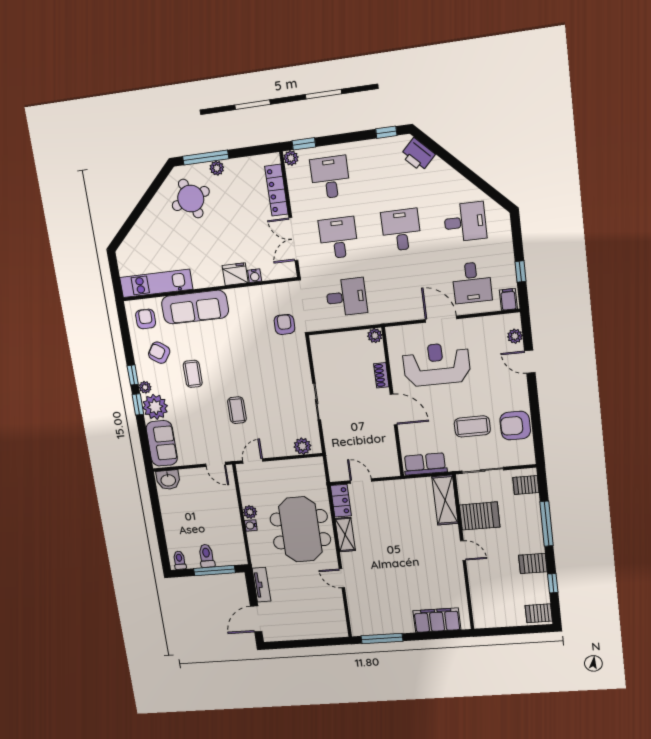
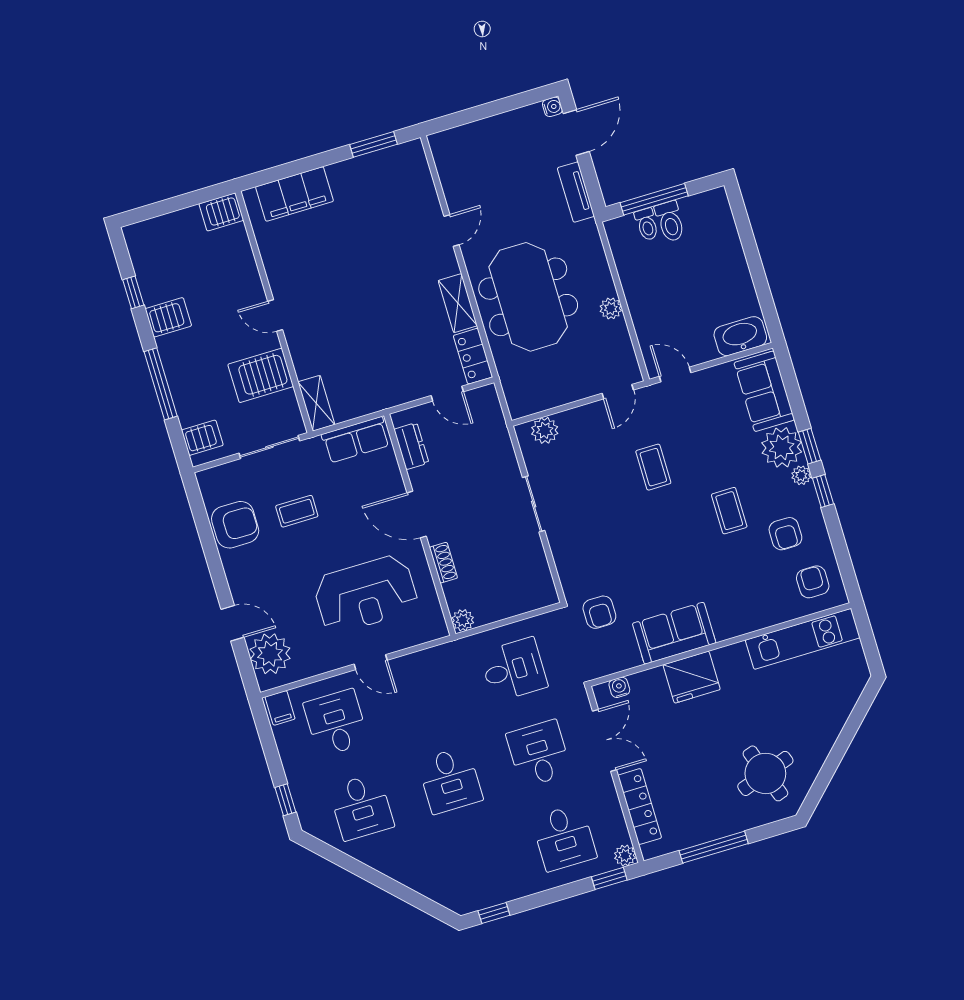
printer: (418, 155) -> (444, 889), removed
window: (206, 158) -> (714, 847), moved
plant: (217, 168) -> (732, 824), removed
desk: (465, 222) -> (361, 807), turned -90
desk: (338, 238) -> (539, 754), turned 180
window: (520, 271) -> (285, 800), moved
fridge: (235, 274) -> (692, 677), width x1.36, depth x1.34
water cooler: (255, 276) -> (619, 687), moved
desk: (346, 297) -> (514, 670), turned 180
sofa: (195, 307) -> (674, 633), moved, width x0.73
armchair: (146, 319) -> (813, 582), turned 180
door: (441, 319) -> (371, 662), width x0.73
plant: (515, 336) -> (270, 654), width x1.88, depth x1.88
armchair: (159, 353) -> (785, 534), turned 56
coffee table: (472, 426) -> (297, 511), width x0.73, depth x0.77
dresser: (390, 453) -> (411, 446), added
washbasin: (168, 480) -> (740, 336), width x1.38
shelving: (445, 500) -> (316, 403), width x0.67, depth x0.75
water cooler: (251, 525) -> (552, 107), moved
toilet: (179, 560) -> (647, 224), moved
door: (342, 578) -> (452, 231), hinge flipped
server rack: (539, 613) -> (221, 212), moved, turned 180
window: (382, 638) -> (373, 144), width x0.69

